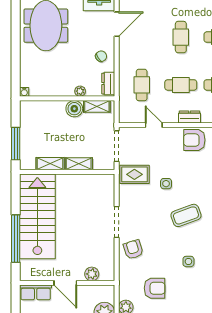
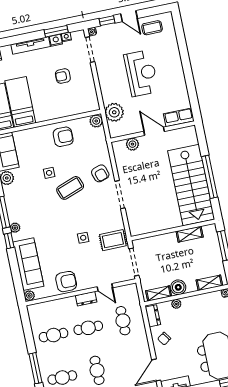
dresser: (189, 117) -> (86, 299), moved
shelving: (79, 164) -> (209, 283), moved
coffee table: (186, 215) -> (70, 188), moved
window: (16, 239) -> (209, 177), moved
armchair: (155, 288) -> (63, 137), moved, turned 180

